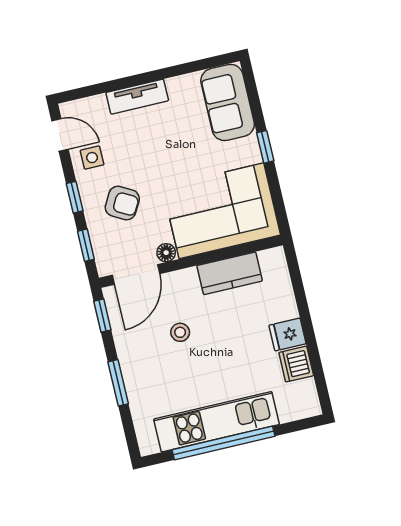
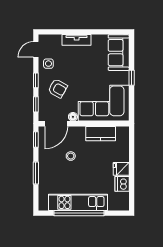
door: (60, 135) -> (36, 49), swing flipped

